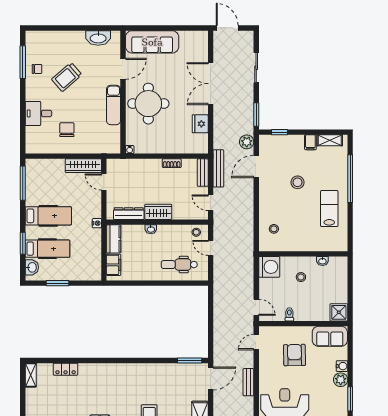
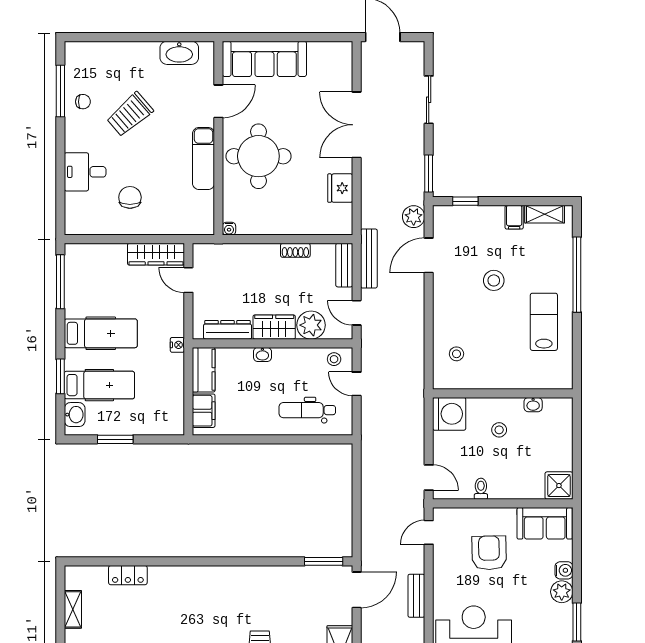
plant: (182, 211) -> (311, 325), added
shelving: (31, 375) -> (73, 609), moved

